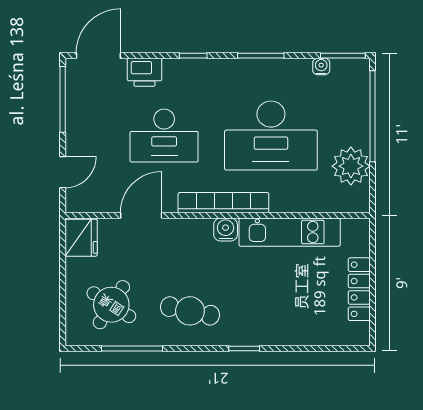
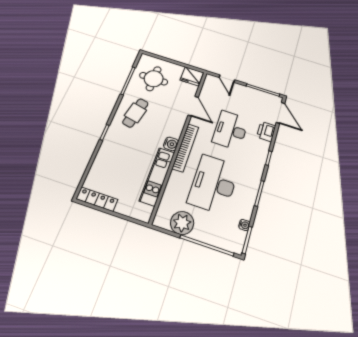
locker: (359, 289) -> (97, 199), moved
round table: (111, 305) -> (154, 79), turned -33

